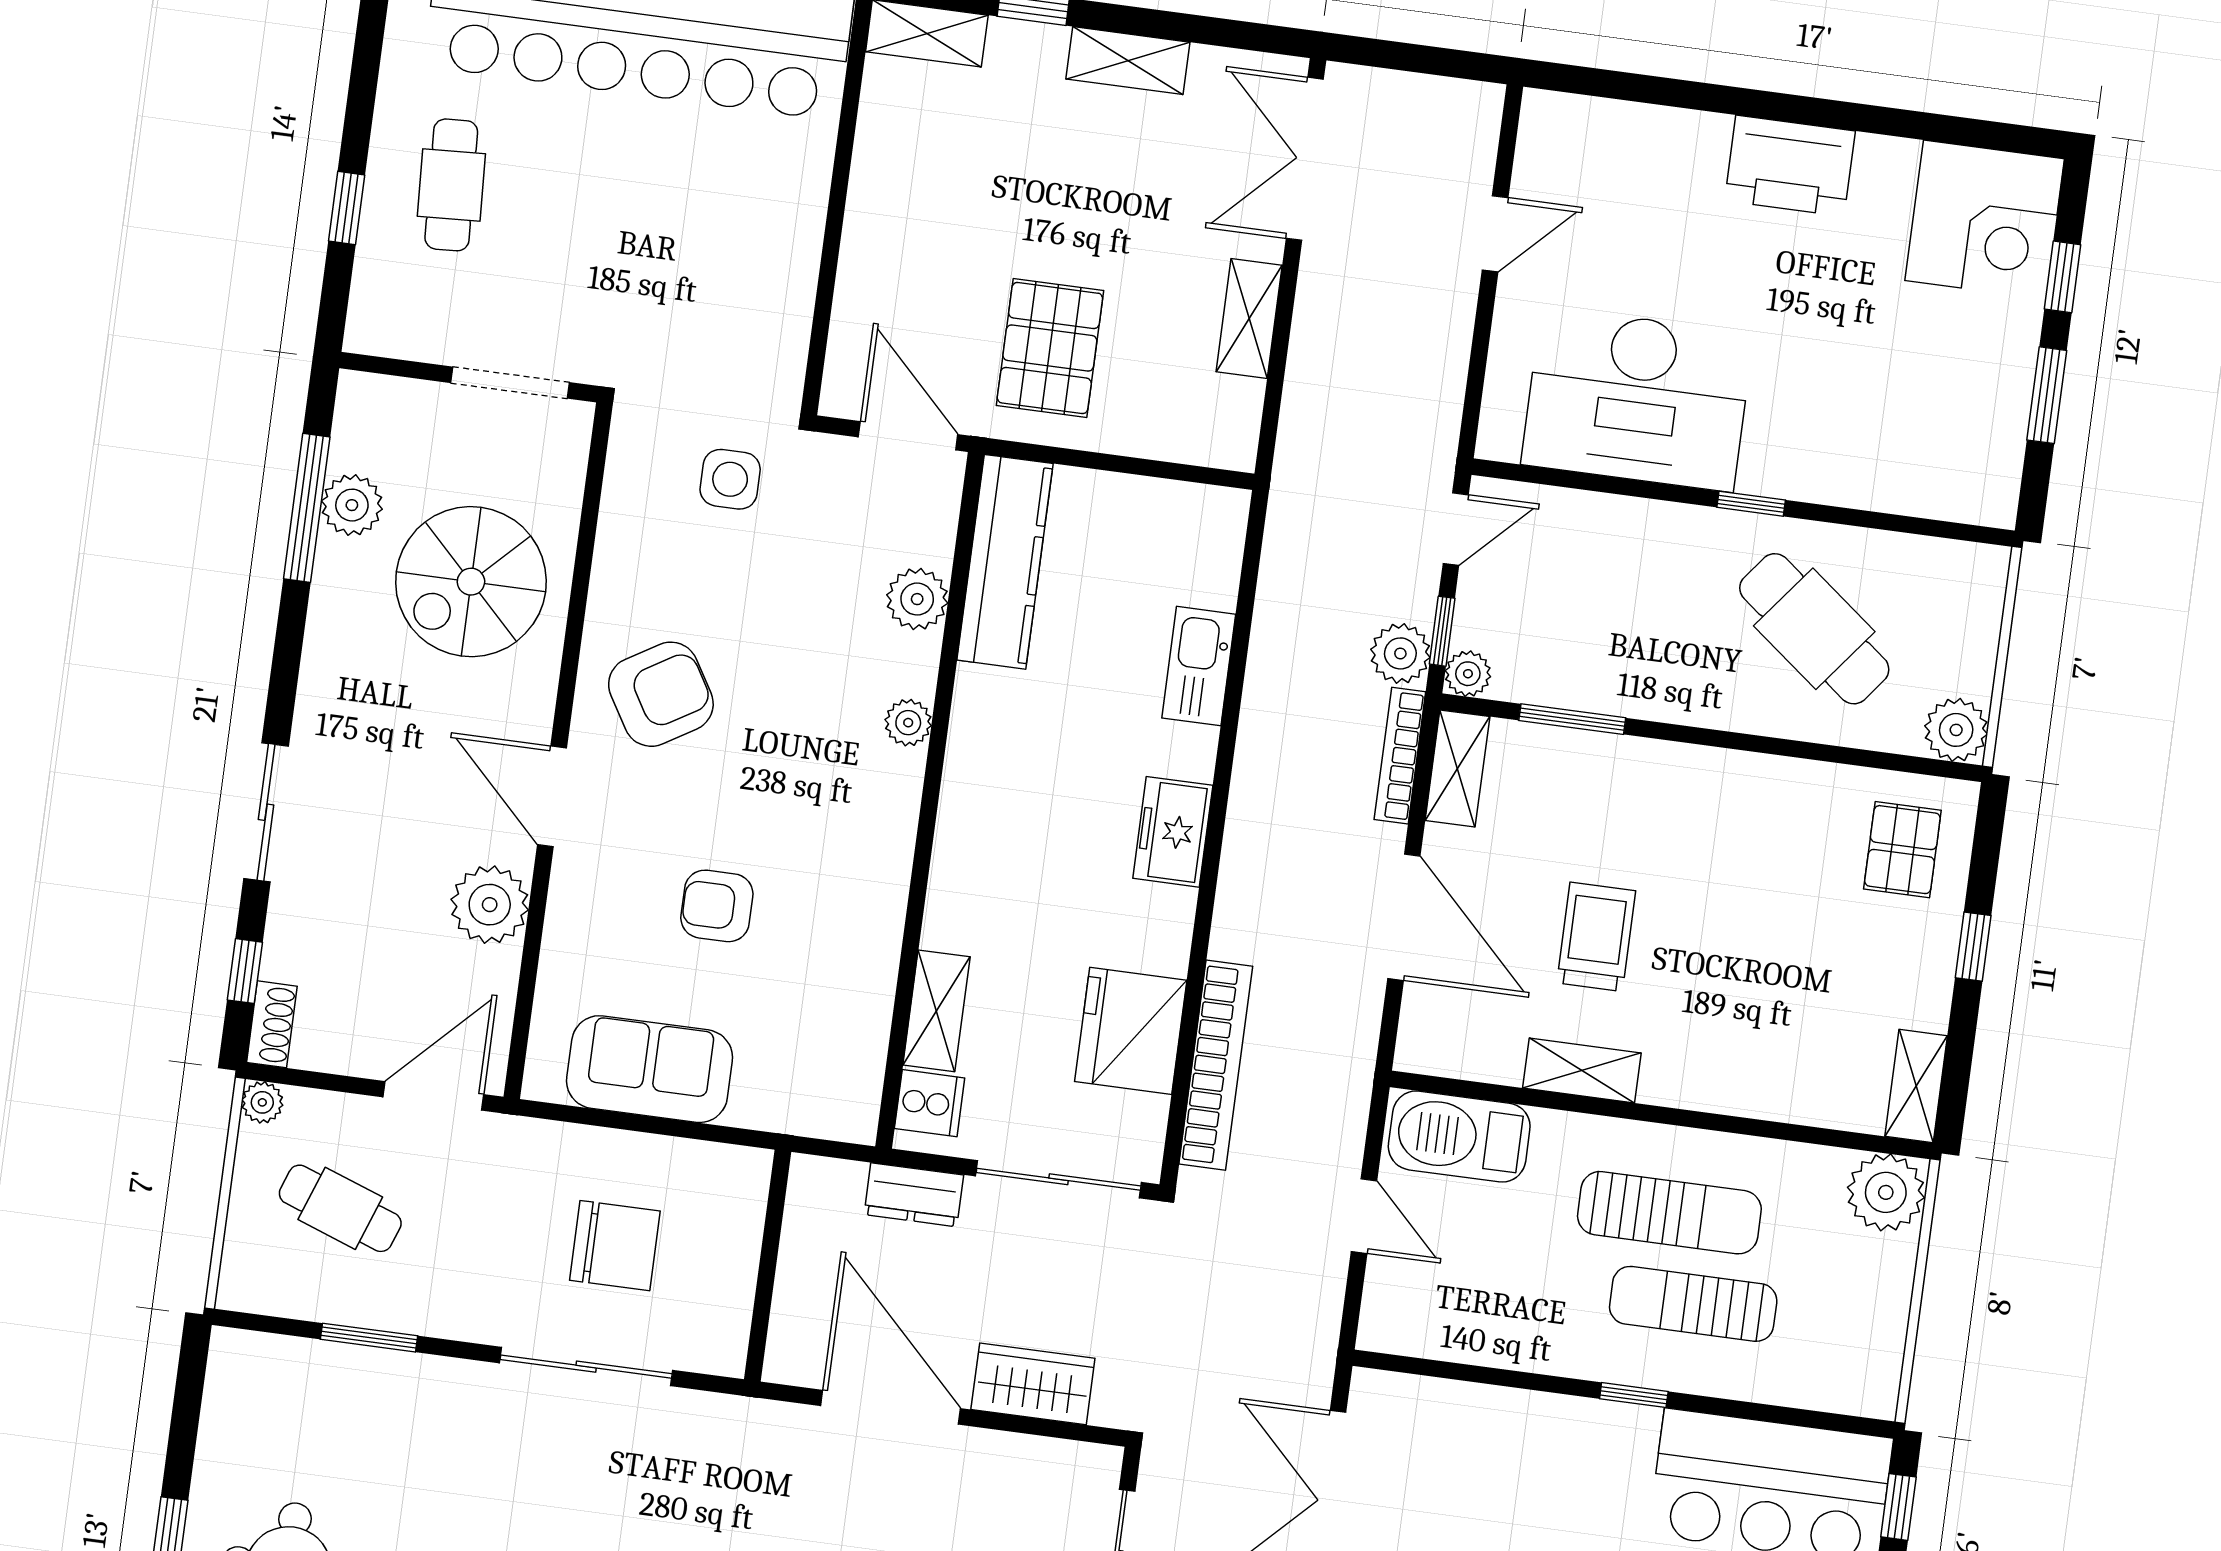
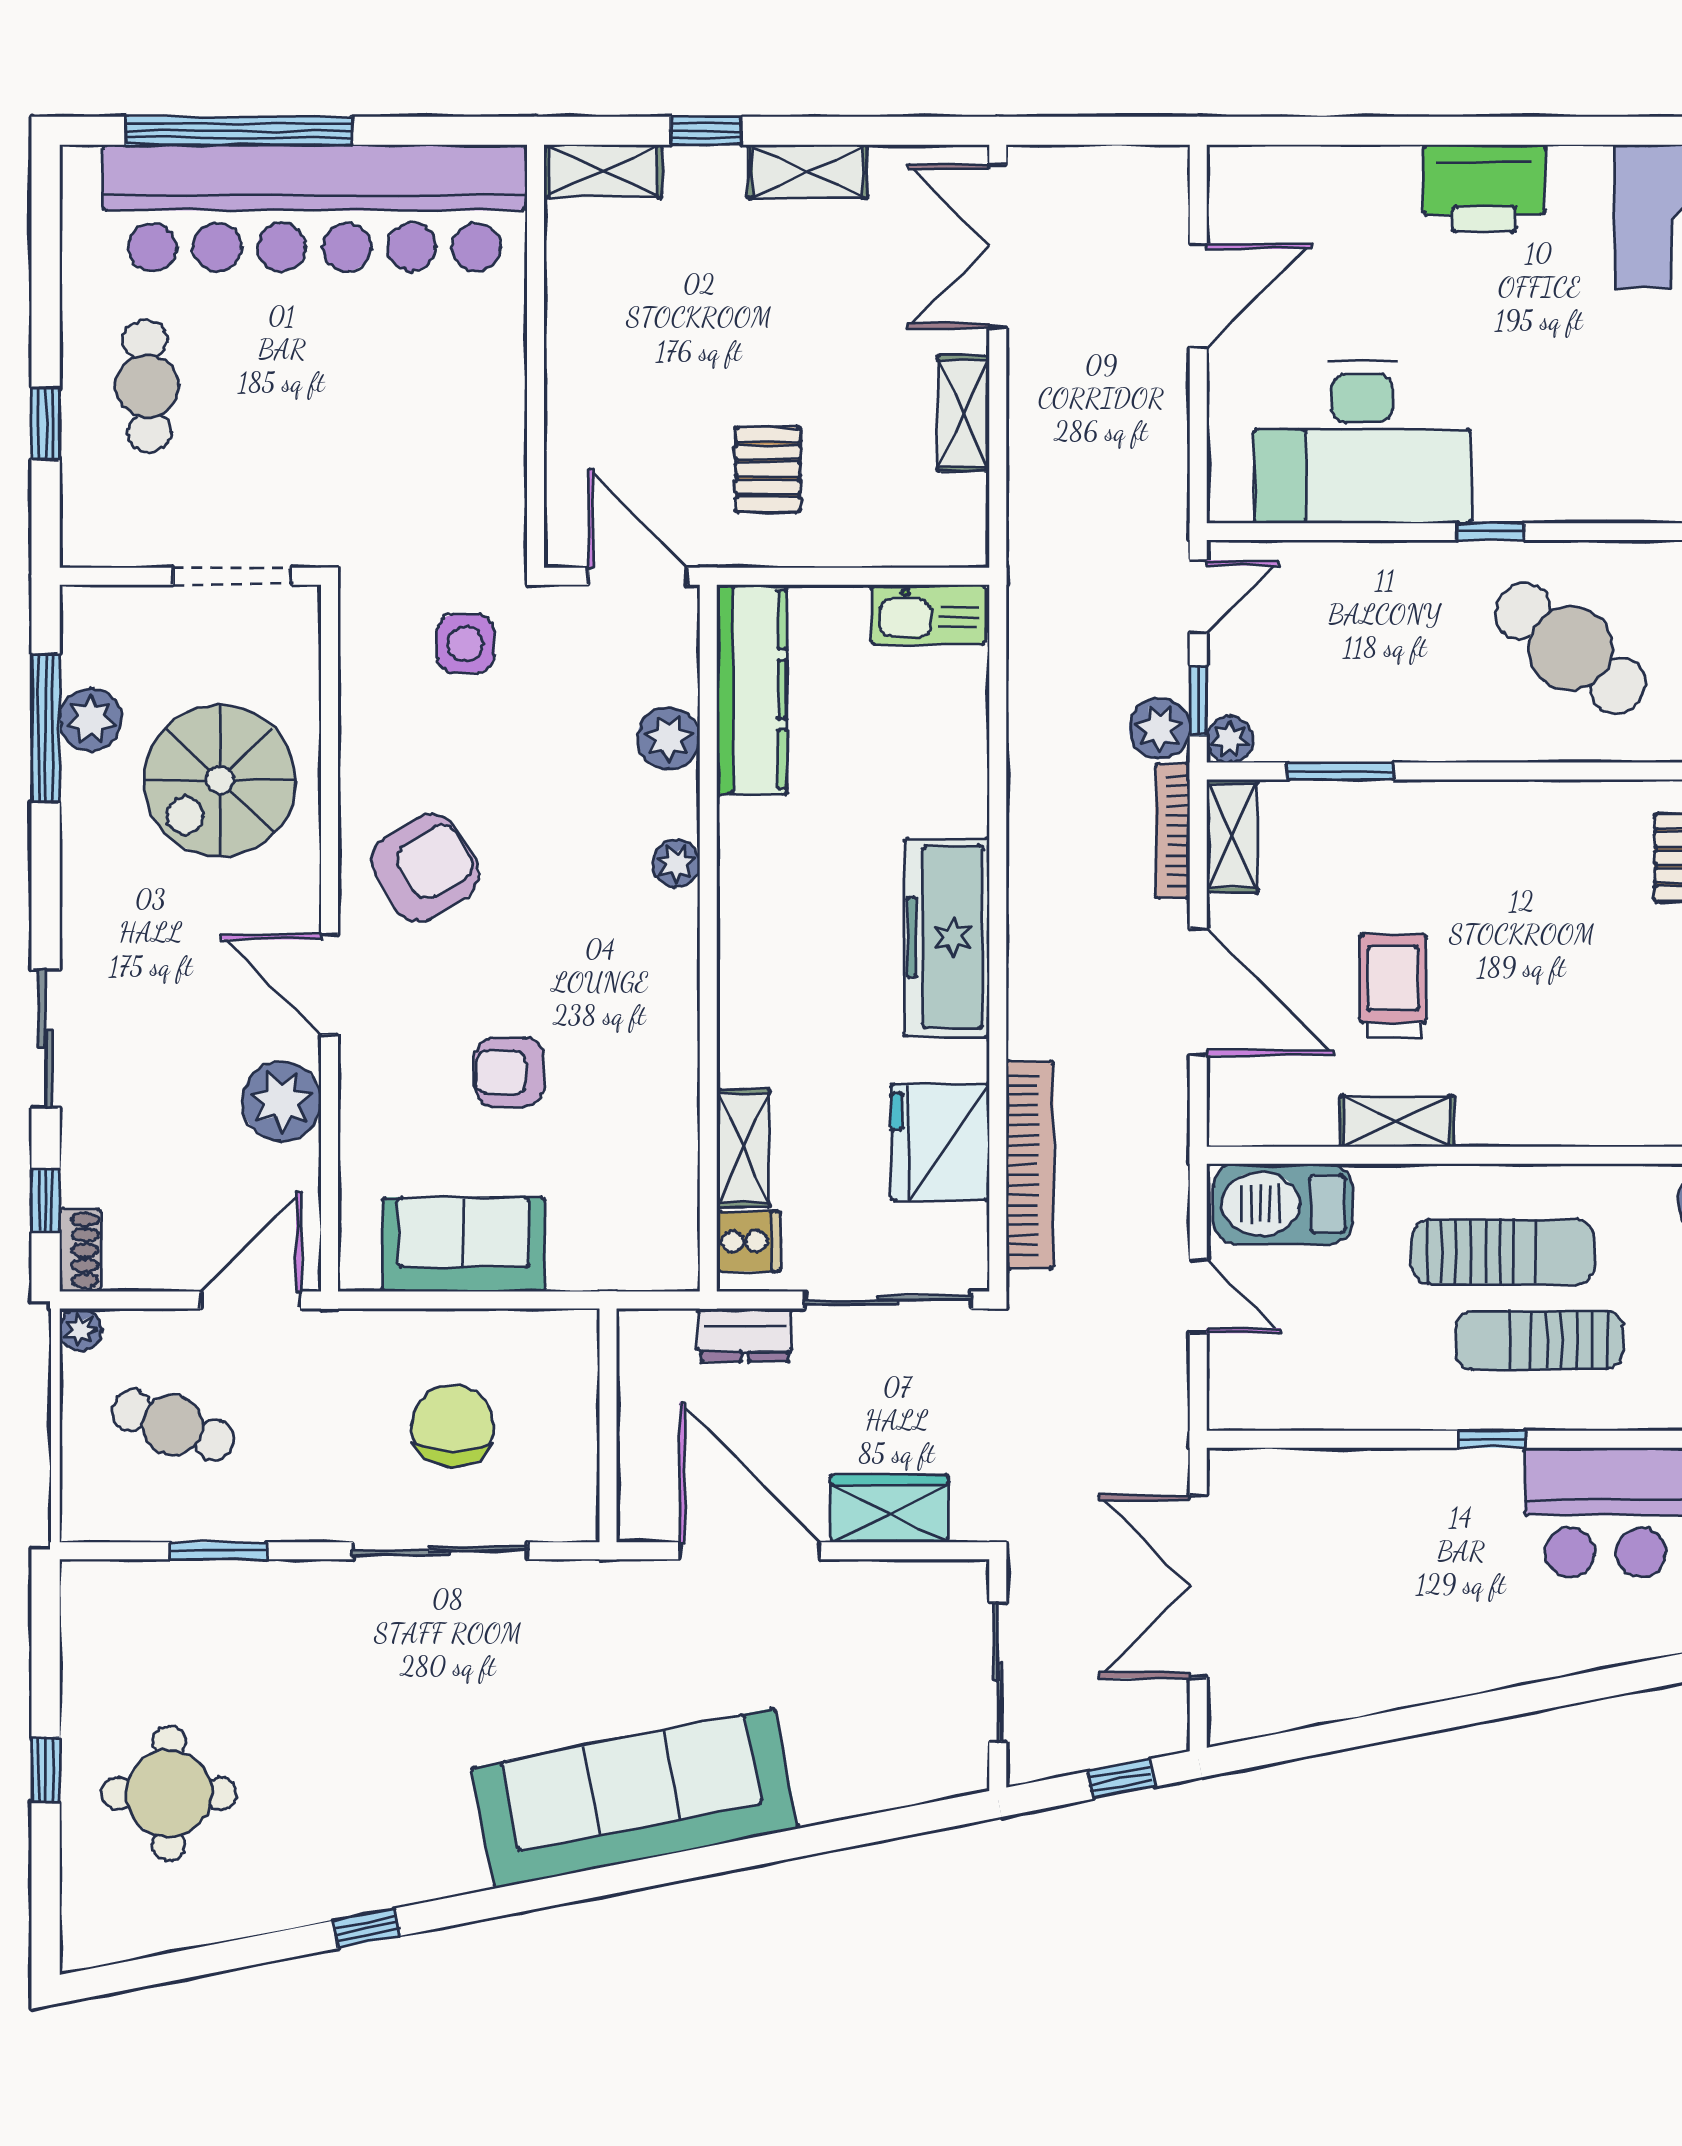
door: (1495, 234) -> (1198, 296), width x1.38
pallet: (1050, 348) -> (768, 469), width x0.67, depth x0.71
kitchen sink: (1199, 666) -> (928, 615), moved, turned -90
freezer: (1173, 832) -> (947, 937), width x1.91, depth x1.26
chair: (615, 1246) -> (453, 1426), turned -90

